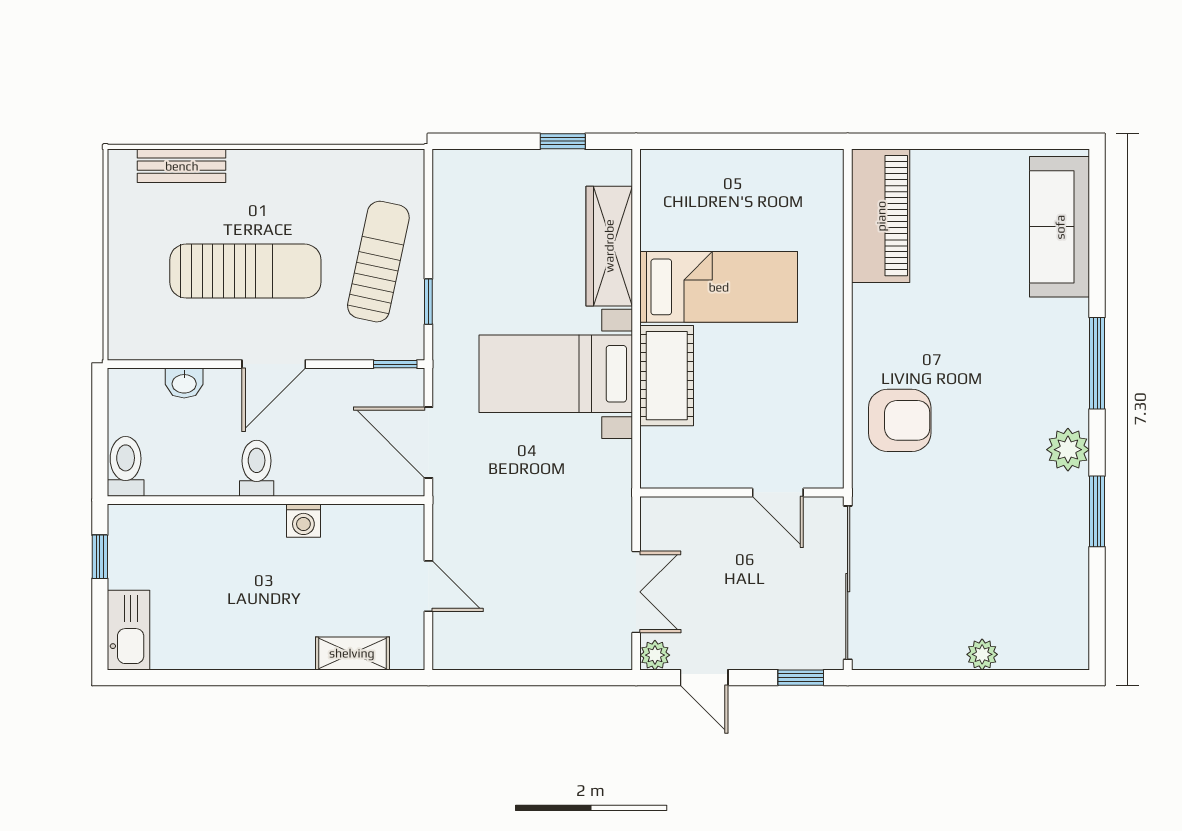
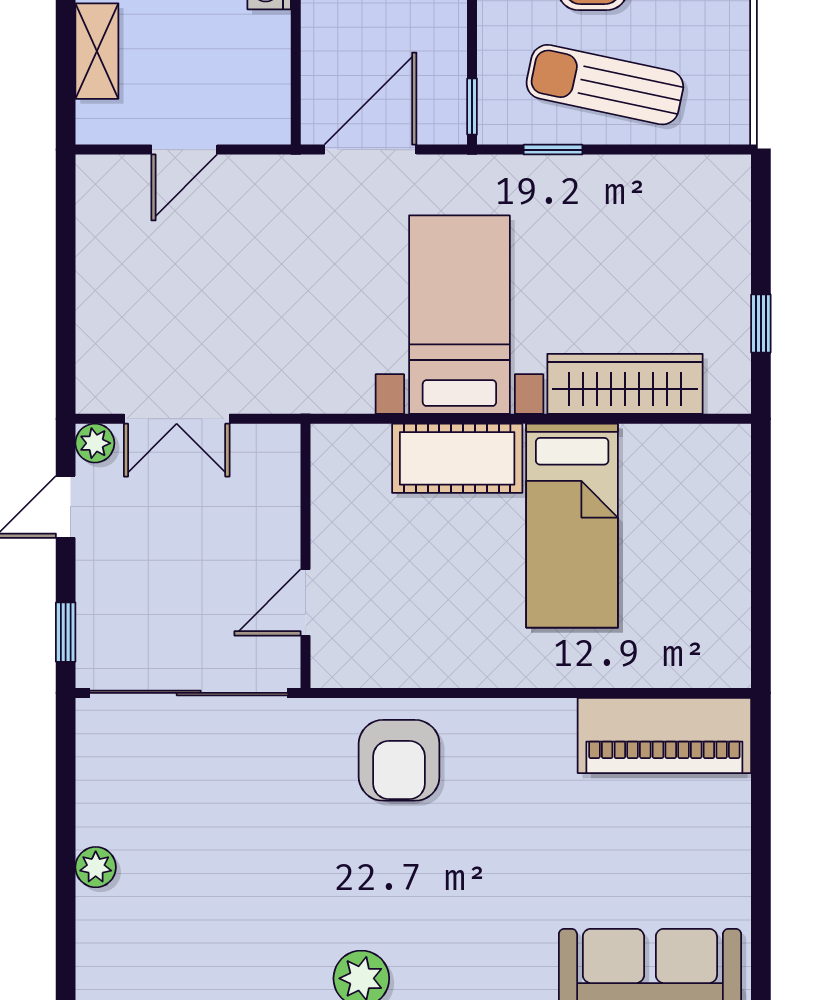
sun lounger: (378, 262) -> (605, 85), turned 180

